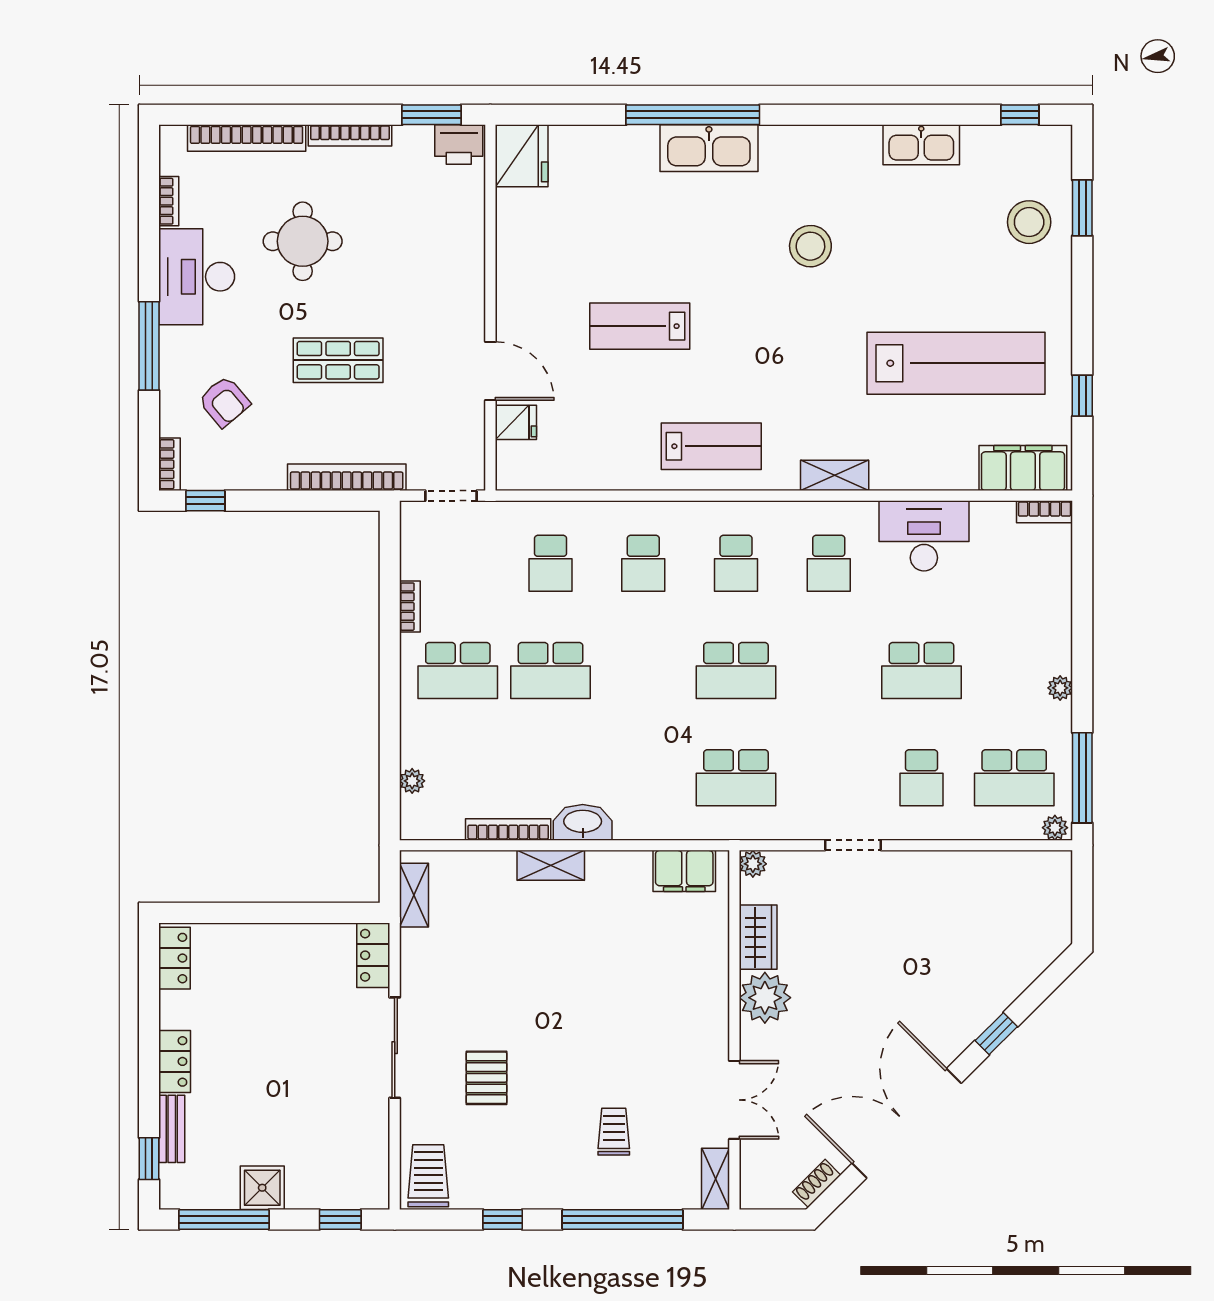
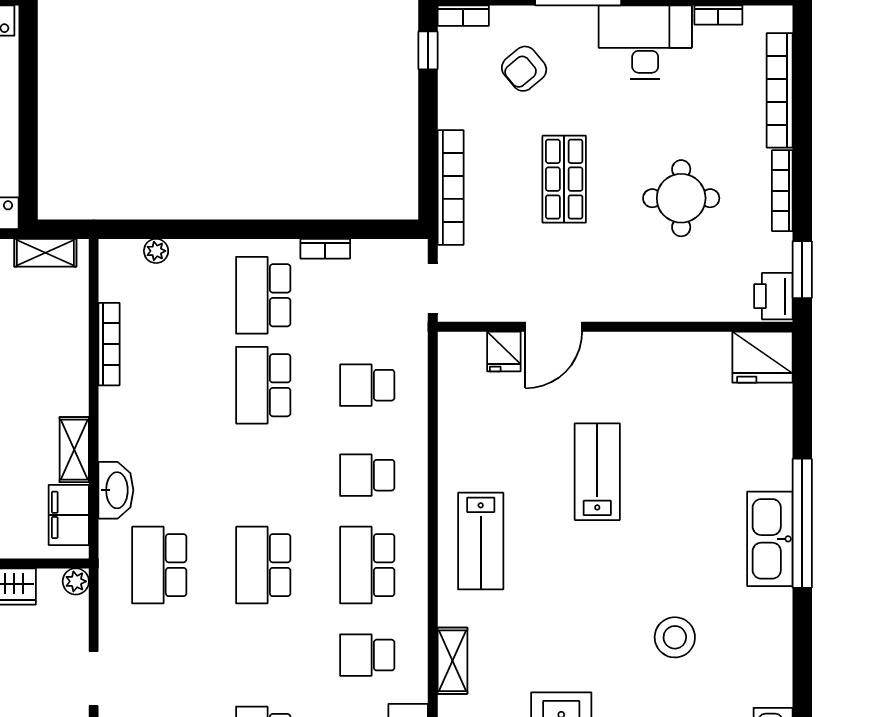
round table: (303, 241) -> (681, 198), moved
school desk: (736, 563) -> (367, 565), width x1.85
washbasin: (583, 822) -> (116, 490), moved
shelving: (551, 865) -> (74, 450), moved

